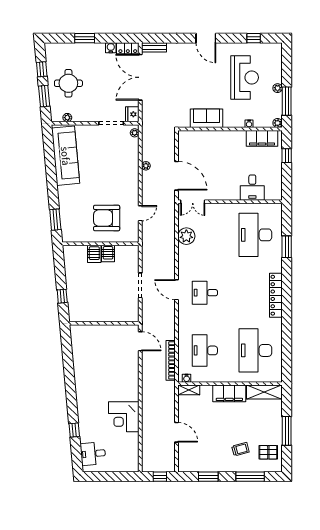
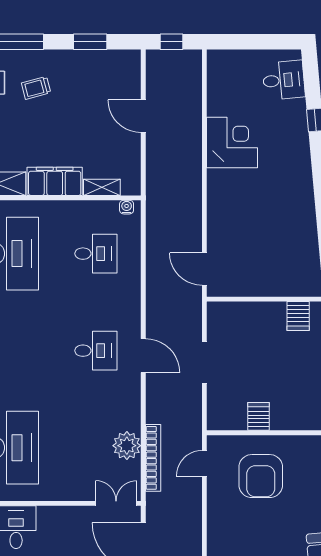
door: (140, 213) -> (204, 463), moved
armchair: (107, 218) -> (261, 476), turned 90
server rack: (94, 254) -> (298, 316), moved, turned 180
desk: (205, 350) -> (96, 254), width x0.73
bookcase: (171, 360) -> (153, 458), moved
shelving: (189, 390) -> (102, 187), moved

